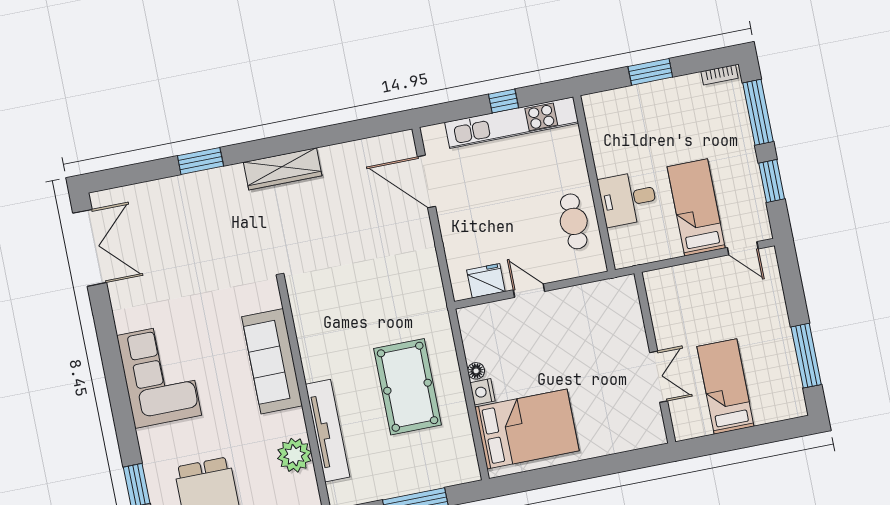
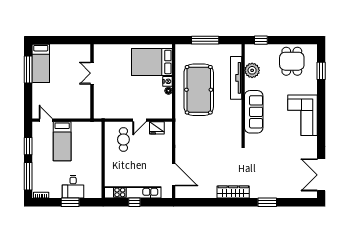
desk: (628, 199) -> (73, 187), moved, turned 90
cafe table: (574, 221) -> (123, 139), moved
door: (529, 291) -> (139, 120), hinge flipped
bed: (725, 386) -> (41, 63), moved
pool table: (408, 387) -> (199, 90), width x1.36, depth x1.32

